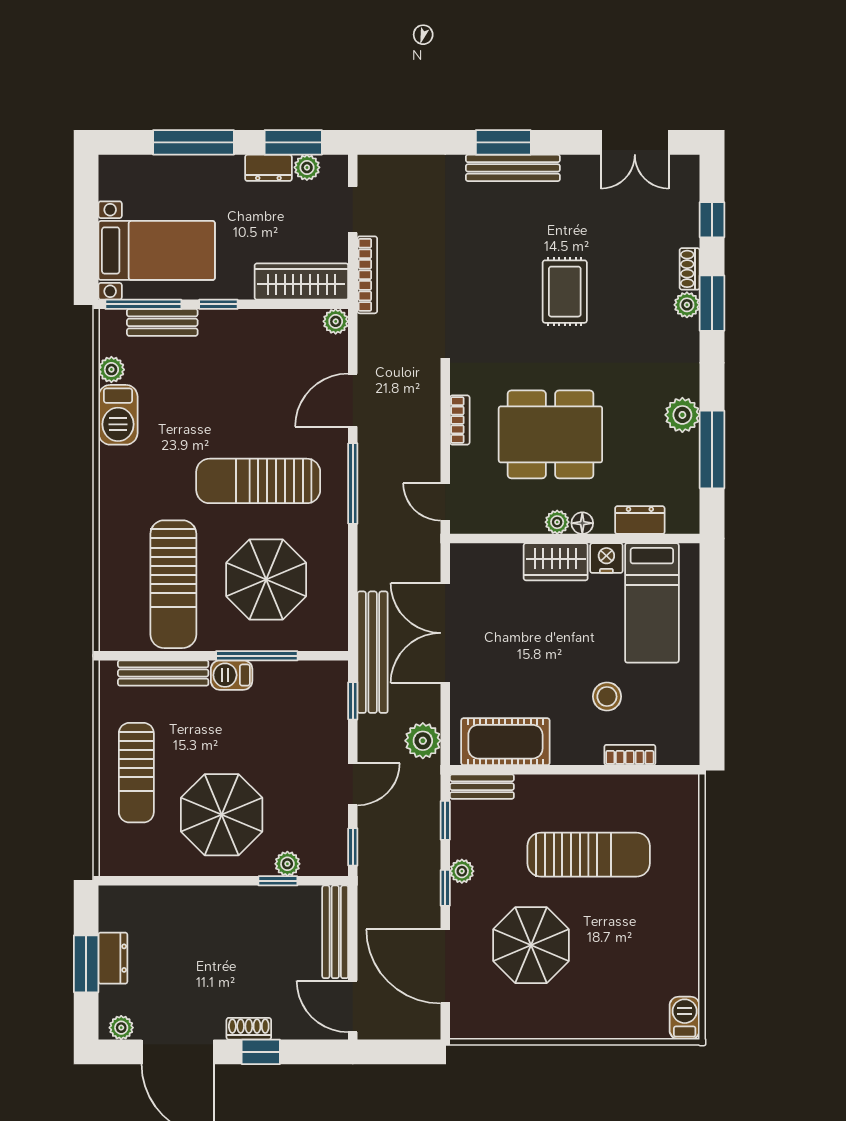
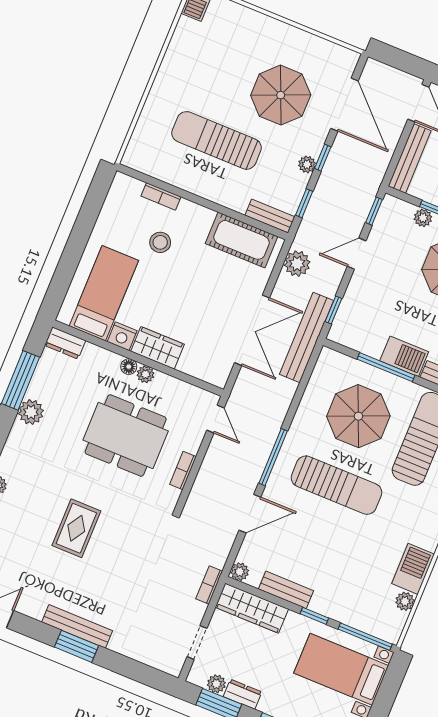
bookcase: (367, 275) -> (209, 585), width x0.64
bench: (162, 322) -> (286, 590), moved
dresser: (640, 520) -> (65, 343), moved
barbecue: (232, 675) -> (404, 356), width x1.38, depth x1.27

